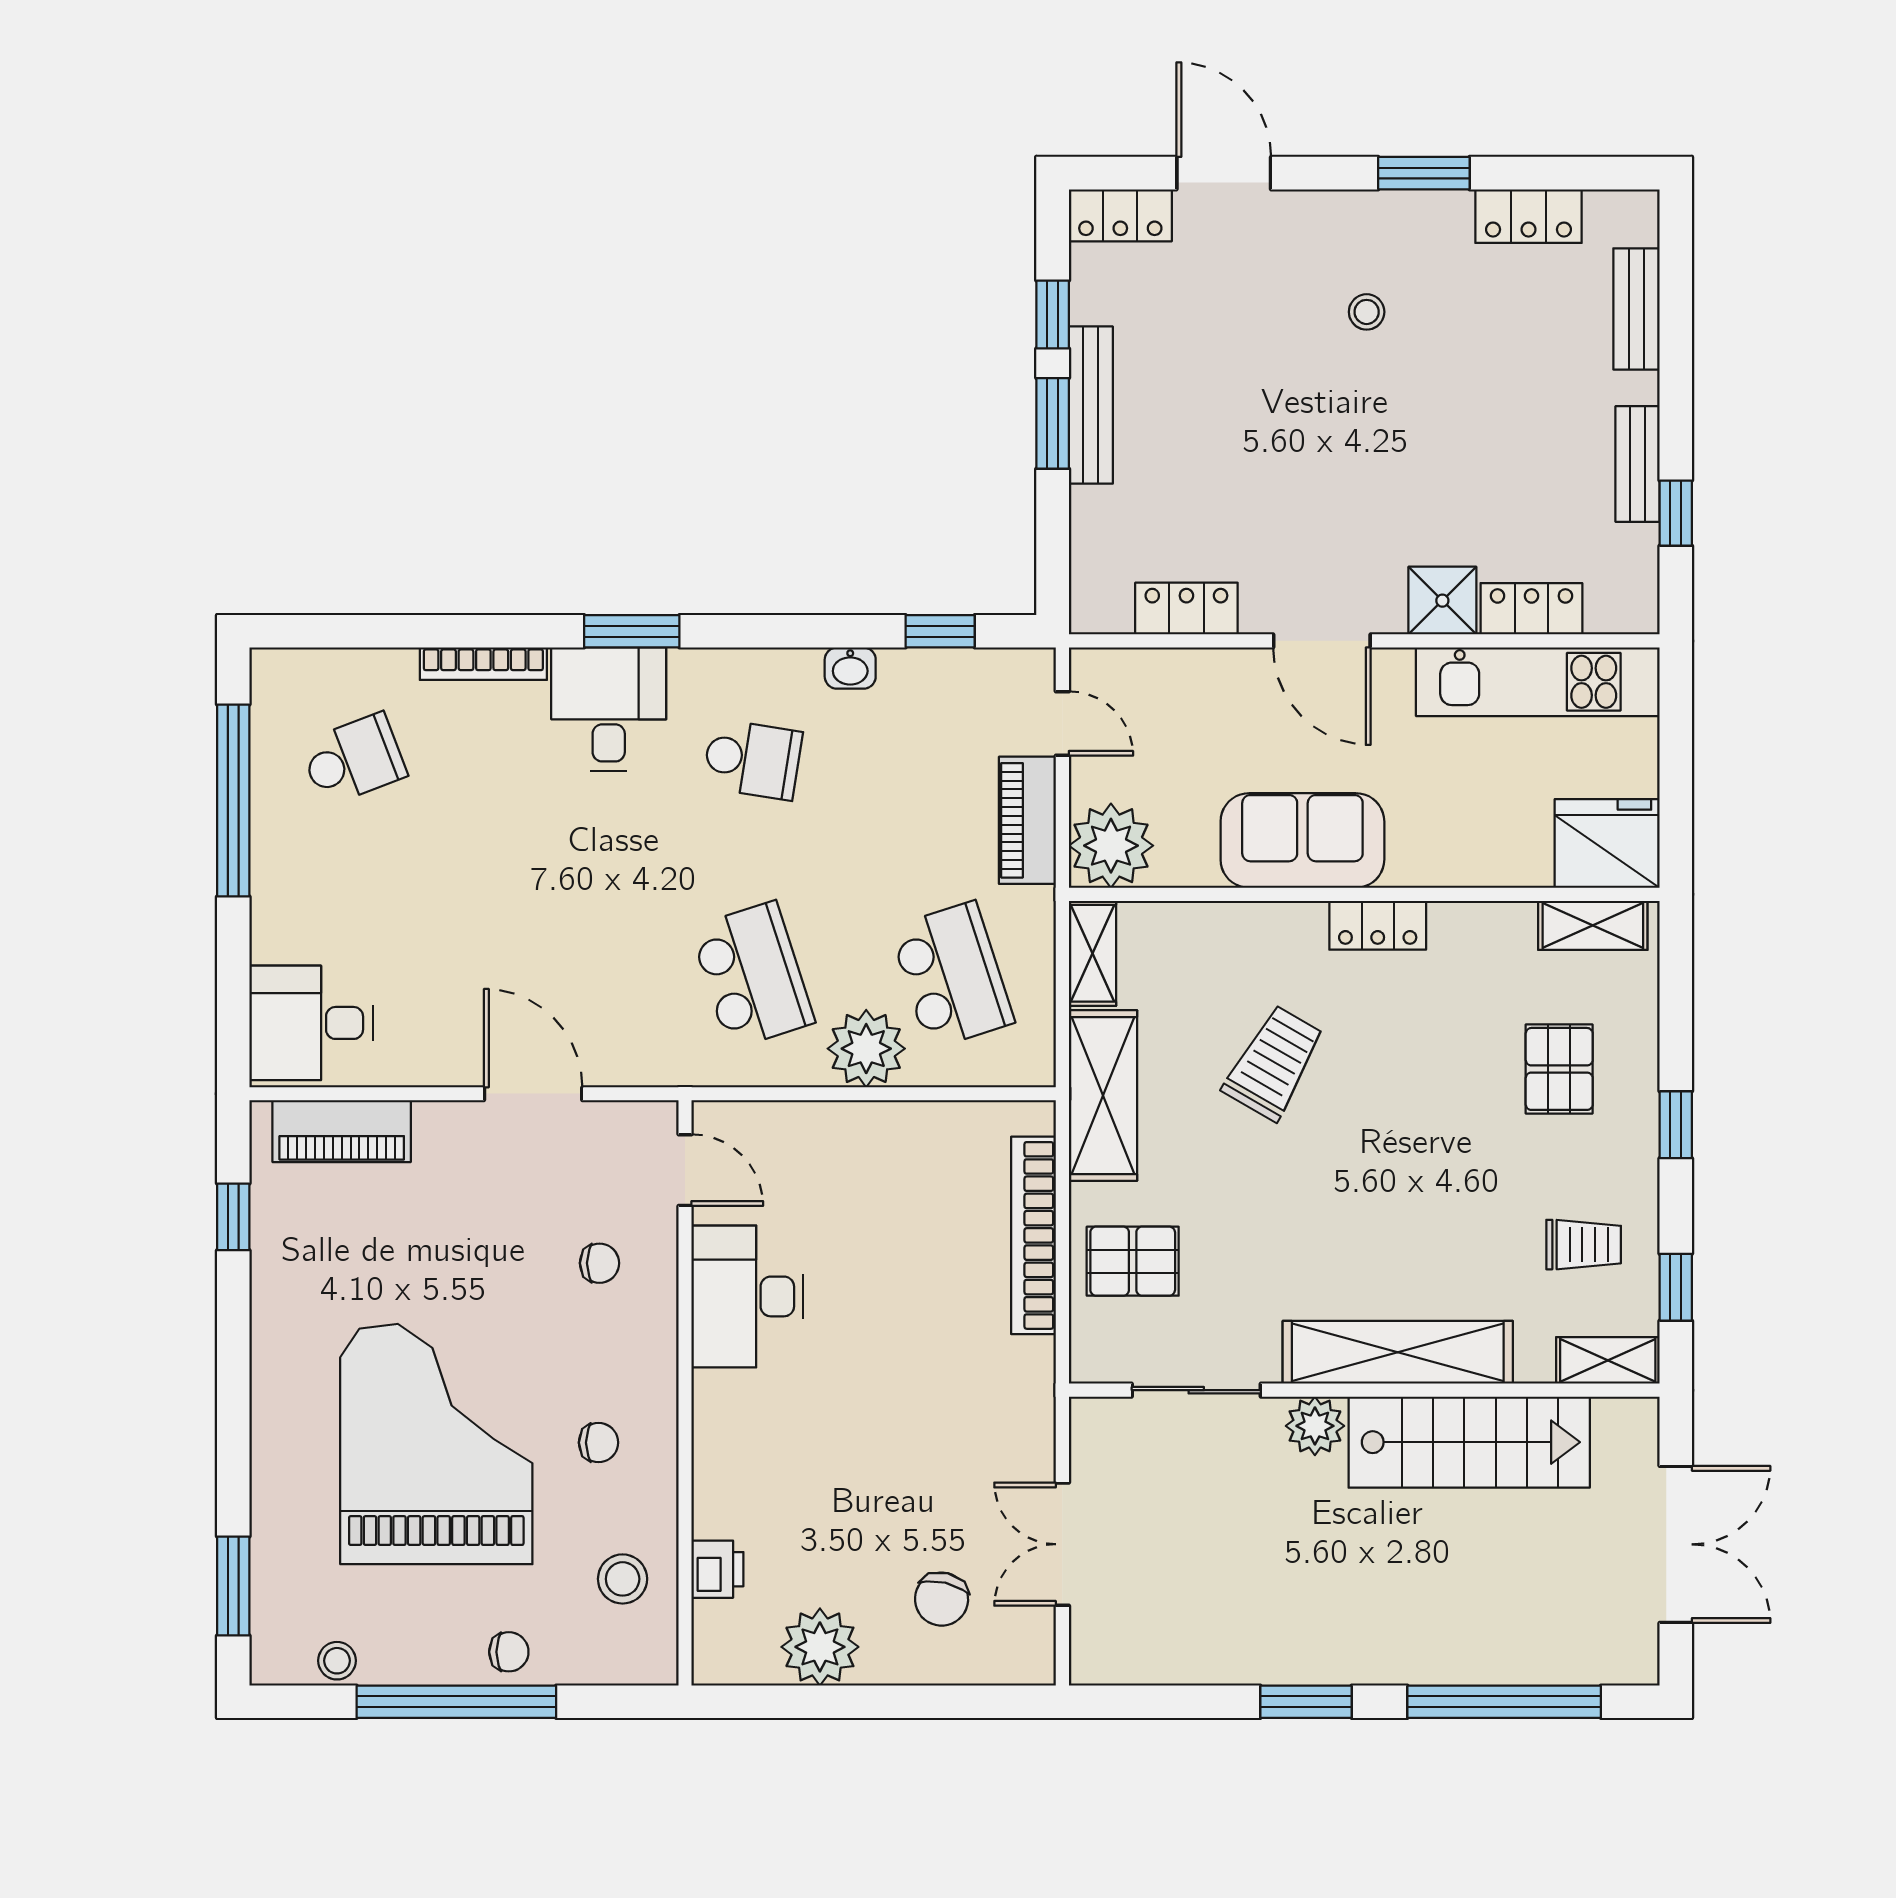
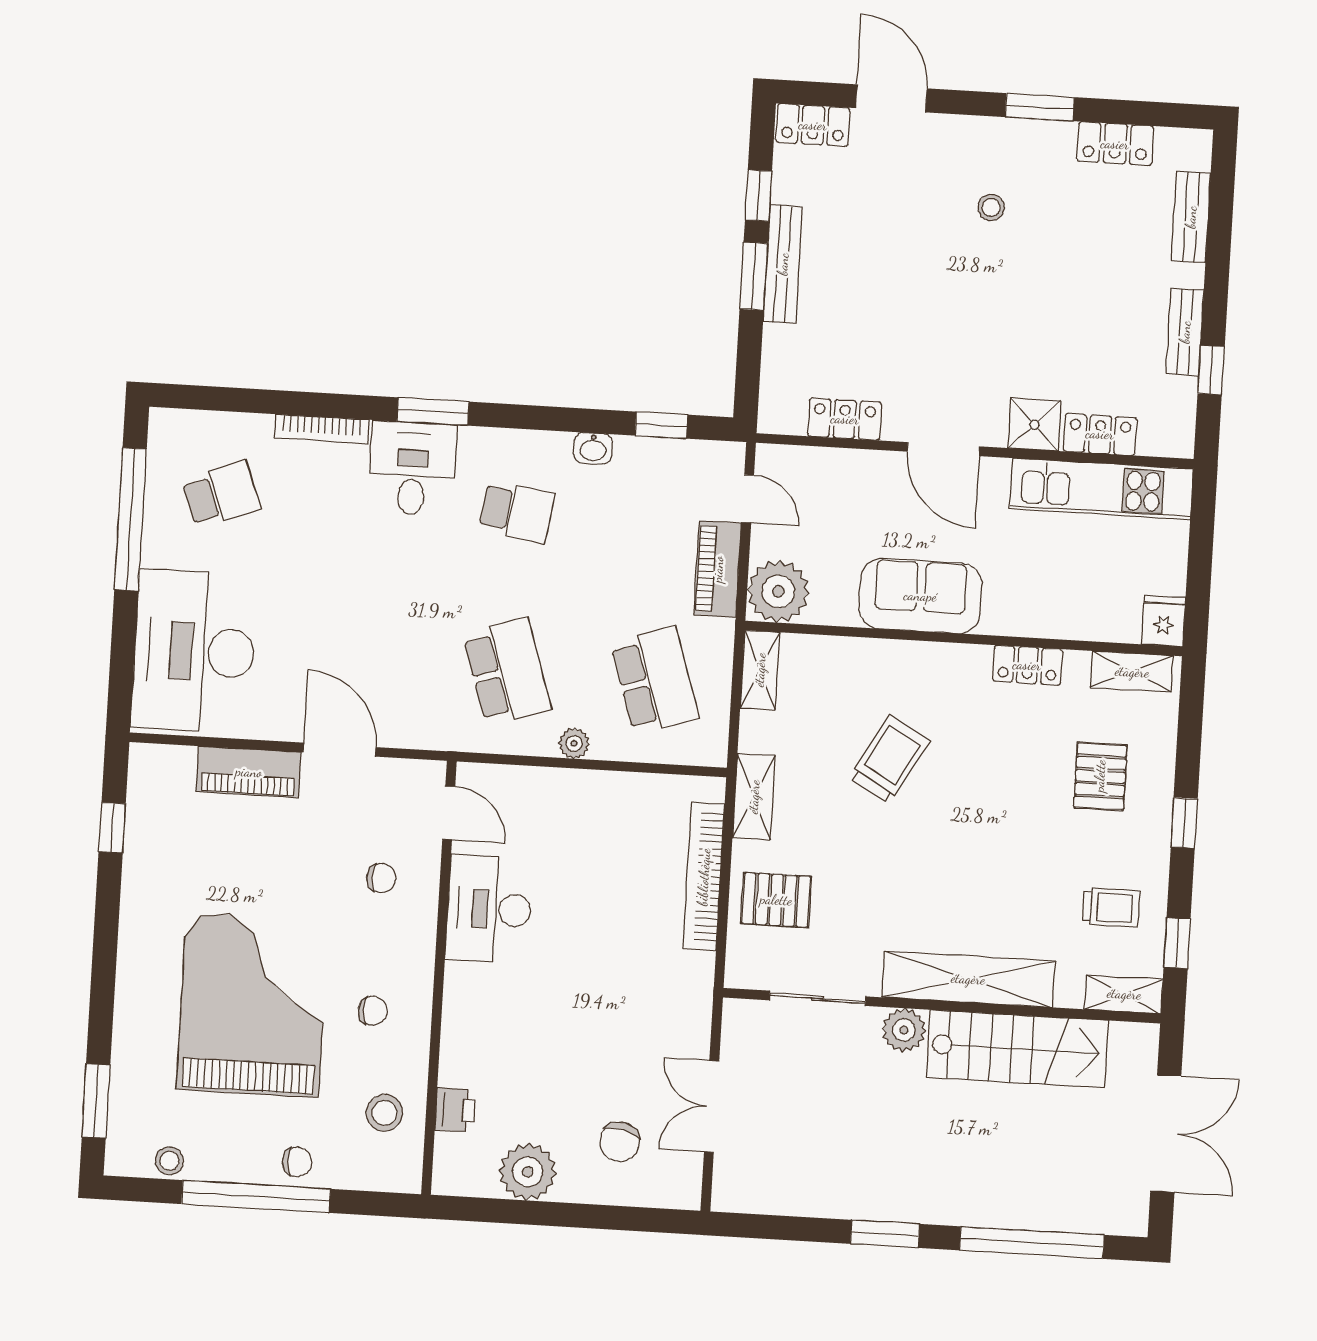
fridge: (1607, 843) -> (1164, 621), width x0.53, depth x0.75
locker: (1378, 925) -> (1027, 665), moved
desk: (311, 1023) -> (194, 651), width x1.87, depth x1.30
plant: (866, 1049) -> (574, 743), width x0.53, depth x0.53
shelving: (1103, 1096) -> (754, 797), width x0.67, depth x0.75
piano: (342, 1131) -> (249, 772), moved

